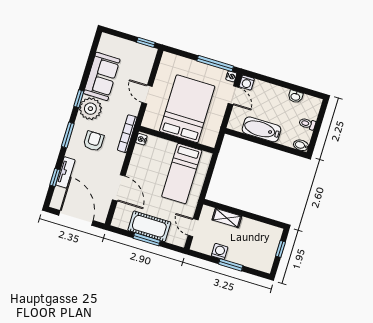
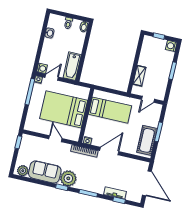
plant: (106, 46) -> (23, 171), added
door: (147, 94) -> (55, 139), swing flipped
bathtub: (261, 129) -> (72, 66), moved
armchair: (94, 141) -> (91, 174), removed
door: (119, 188) -> (109, 151), moved
door: (76, 218) -> (147, 183), swing flipped
cot: (149, 226) -> (147, 140), moved
washing machine: (220, 251) -> (171, 46), moved

